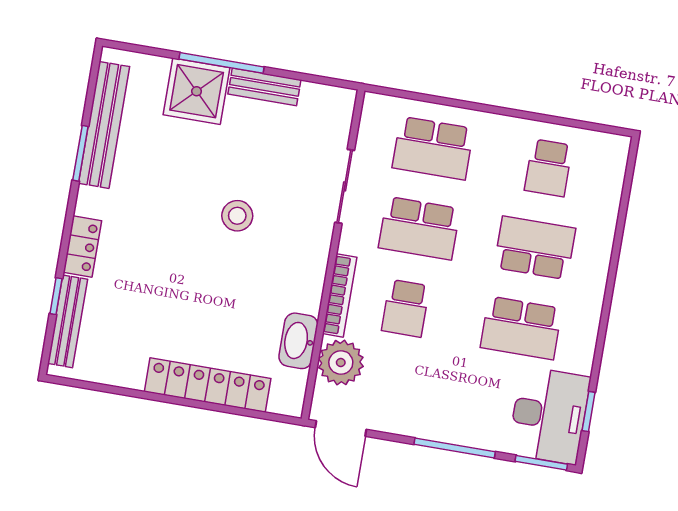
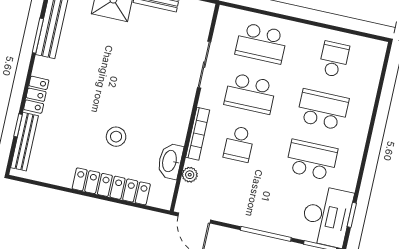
school desk: (548, 168) -> (334, 59), turned 180
stool: (237, 216) -> (116, 137), moved
school desk: (521, 328) -> (312, 160), turned 180
plant: (341, 362) -> (190, 175), width x0.53, depth x0.53

